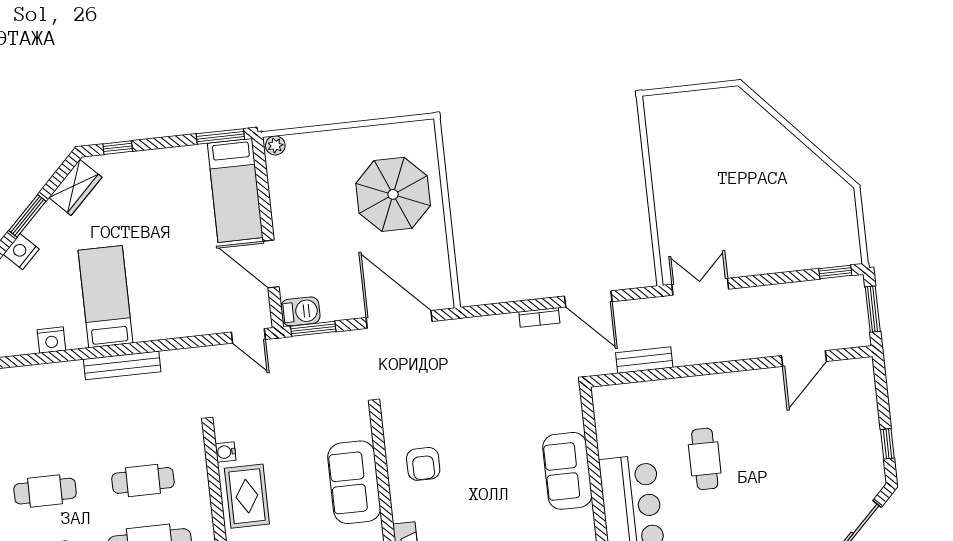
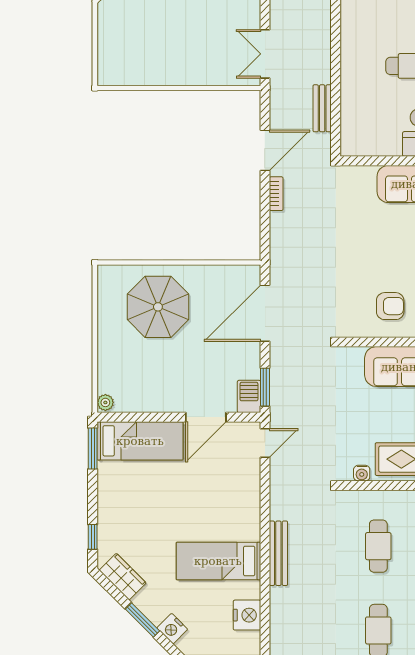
nightstand: (51, 340) -> (247, 615), width x1.36, depth x1.33

